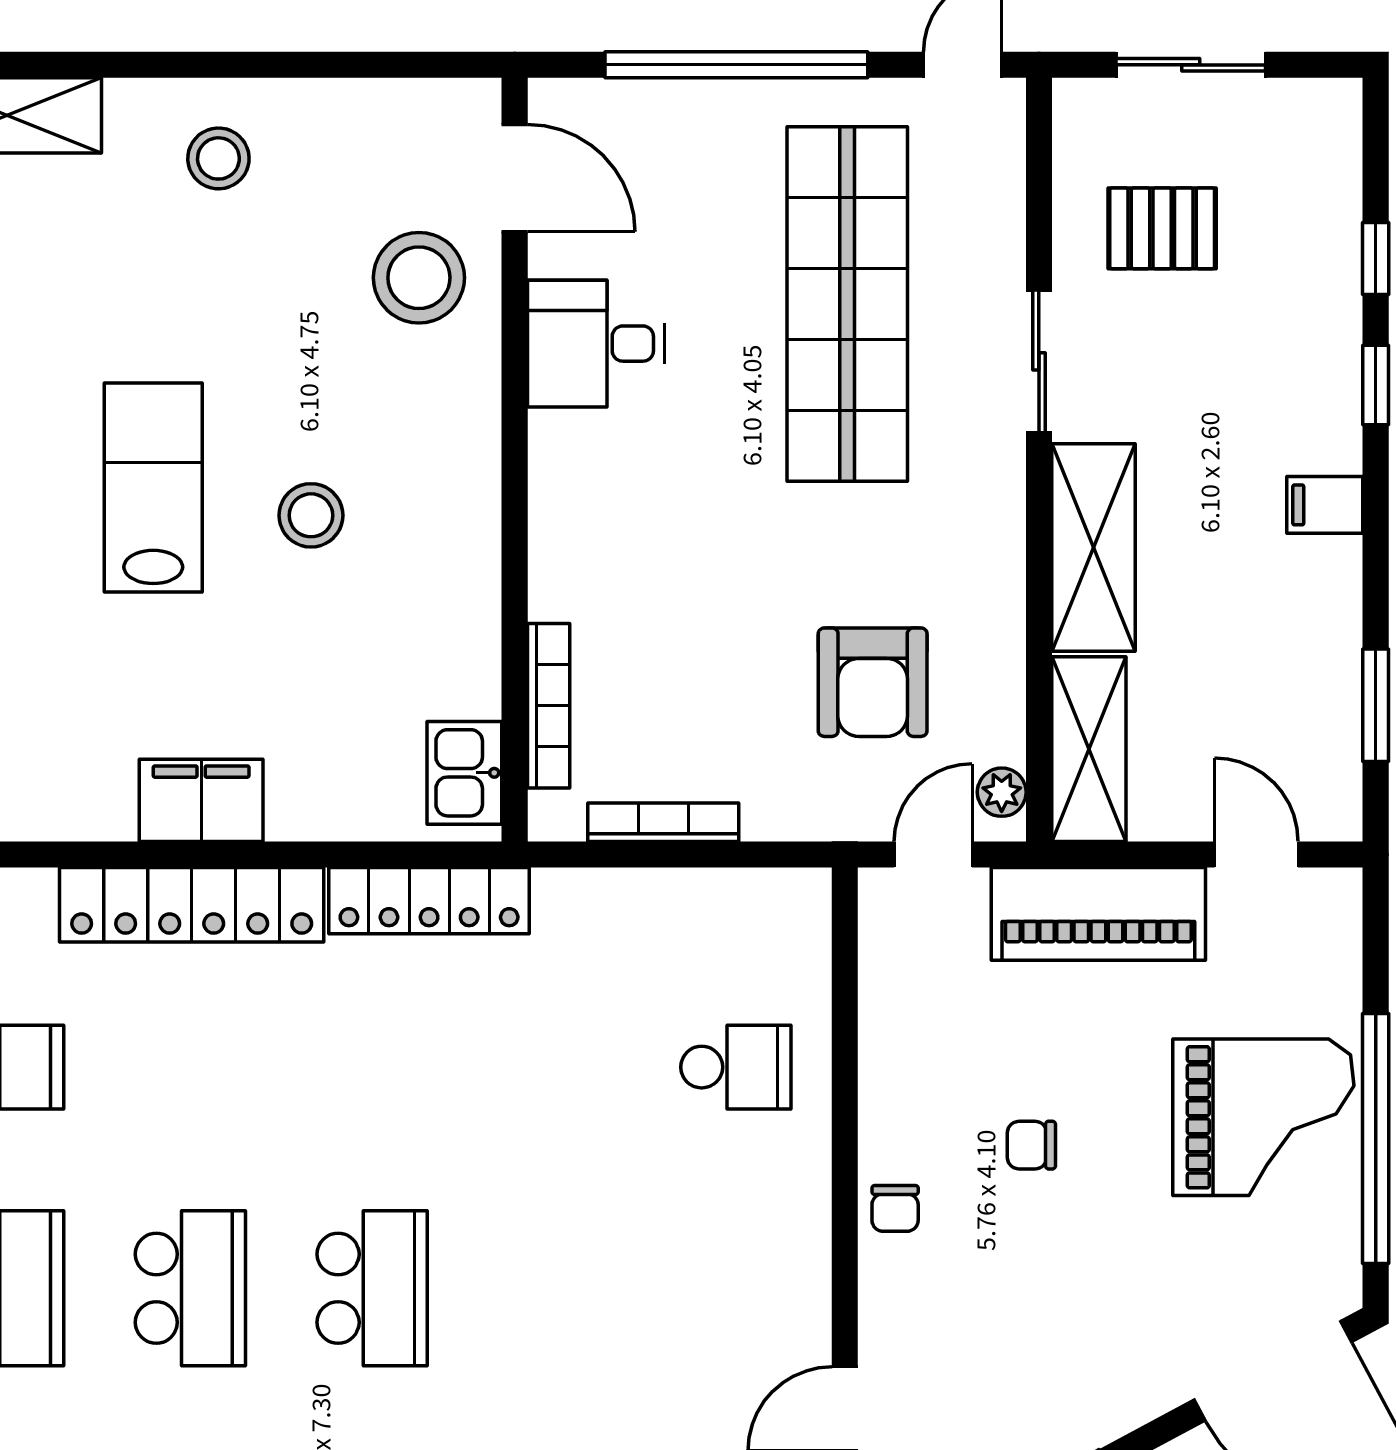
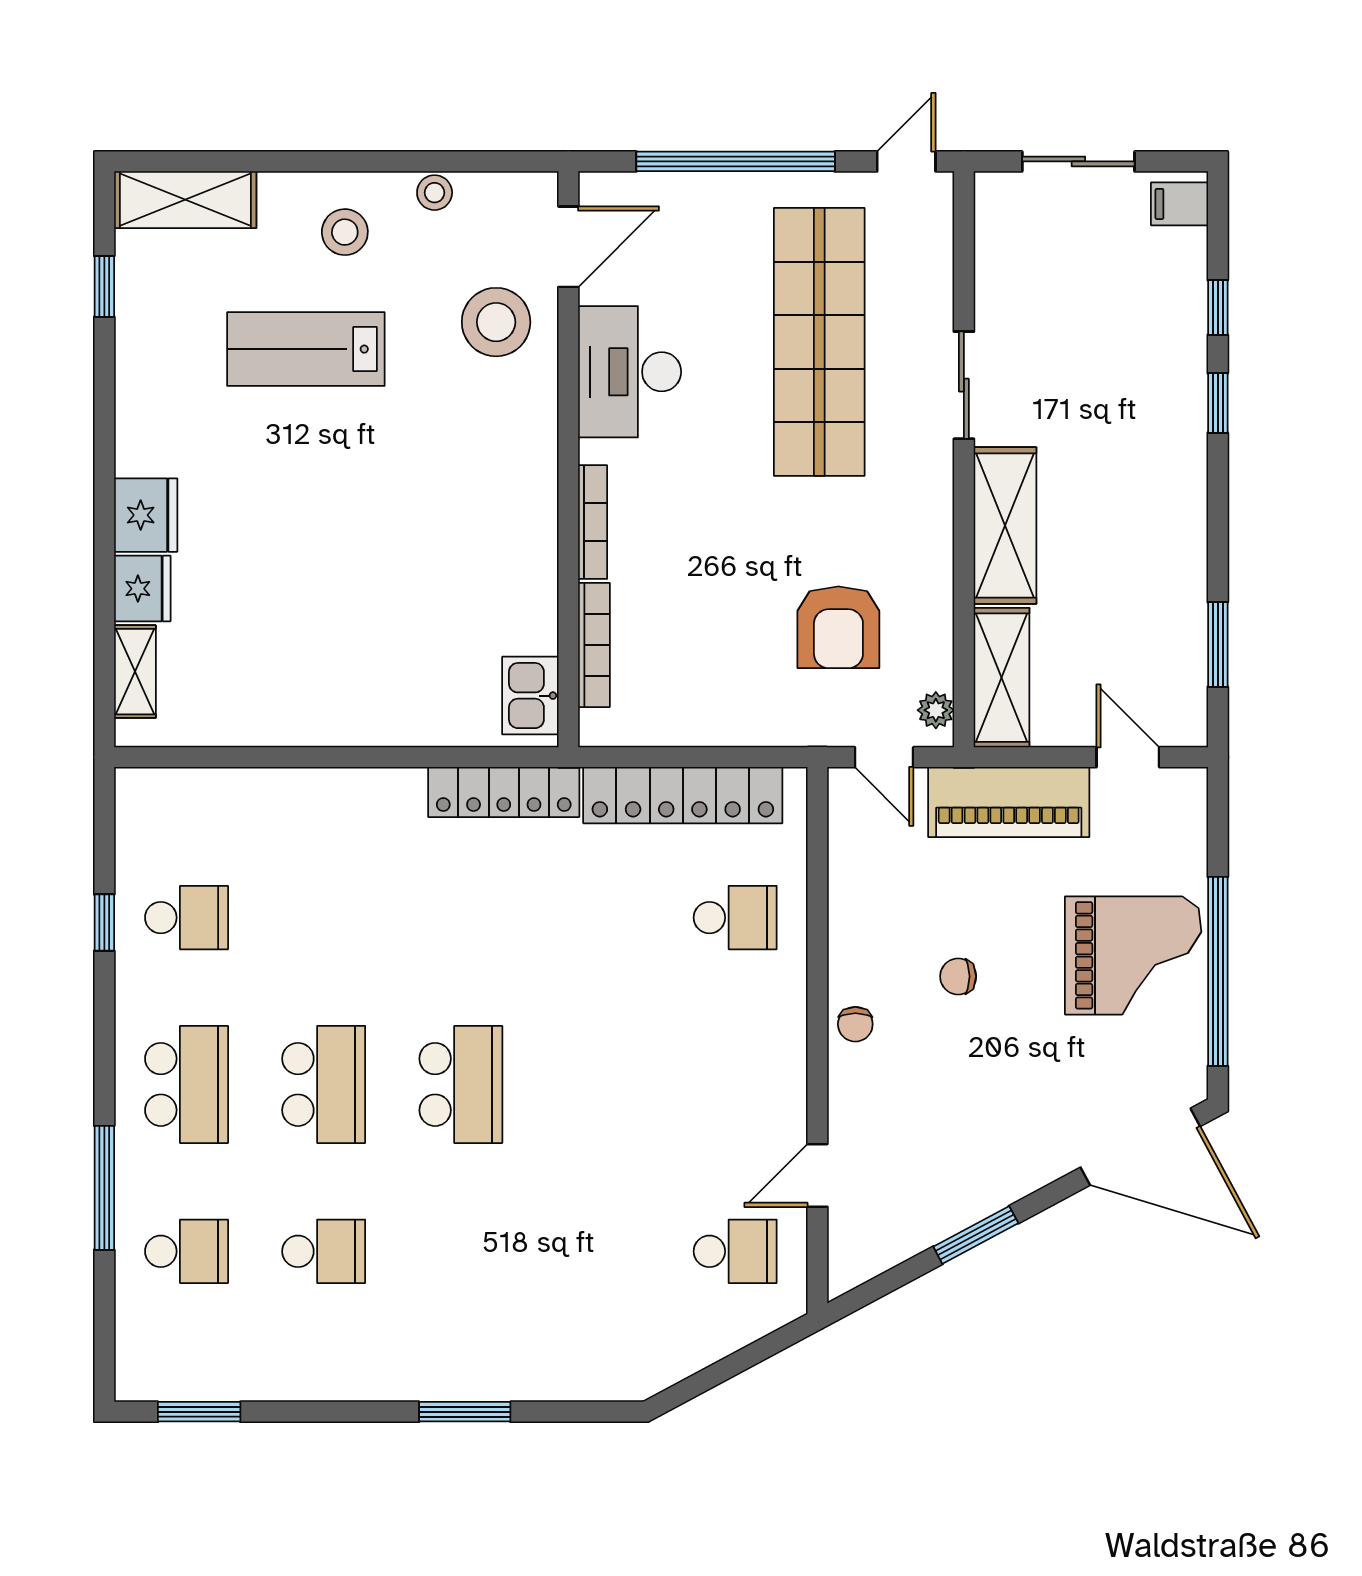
door: (515, 178) -> (568, 247), hinge flipped
pallet: (1162, 228) -> (1057, 285), removed
desk: (596, 344) -> (630, 372), width x1.37
lab bench: (153, 487) -> (306, 349), moved, turned -90
filing cabinet: (1325, 505) -> (1179, 204), moved
stool: (311, 515) -> (435, 193), moved, width x0.73, depth x0.73
filing cabinet: (201, 800) -> (332, 716), removed
bookcase: (663, 822) -> (593, 522), moved, turned 90
door: (933, 855) -> (884, 757), swing flipped
locker: (192, 905) -> (683, 795), moved

